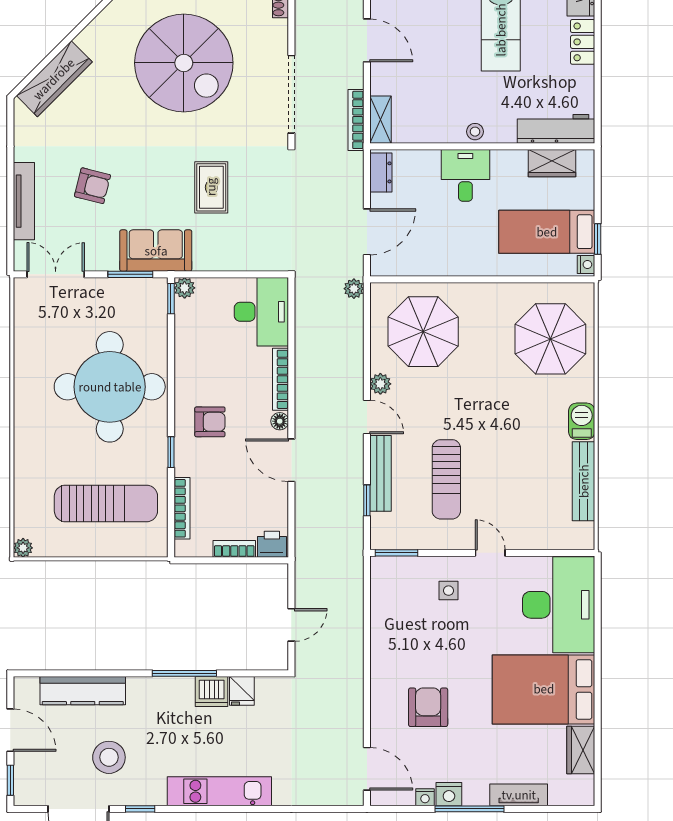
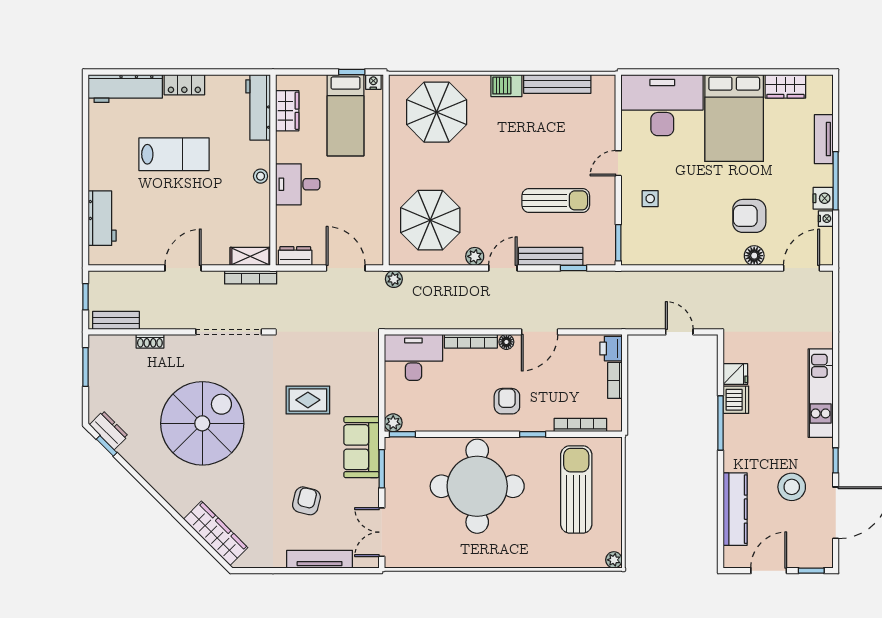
floor lamp: (381, 713) -> (754, 256), added

